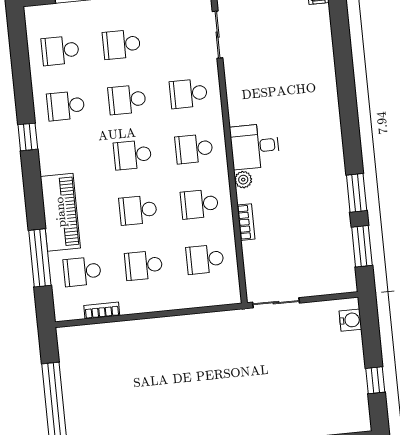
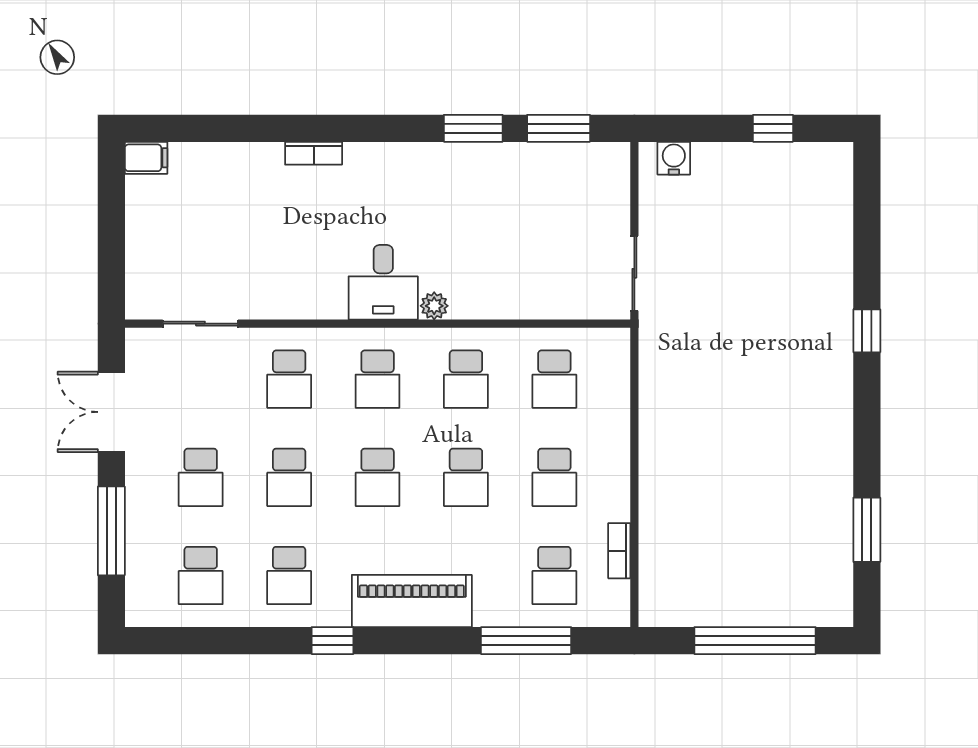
piano: (60, 212) -> (412, 601), moved
bookcase: (246, 222) -> (314, 153), moved, turned 180

